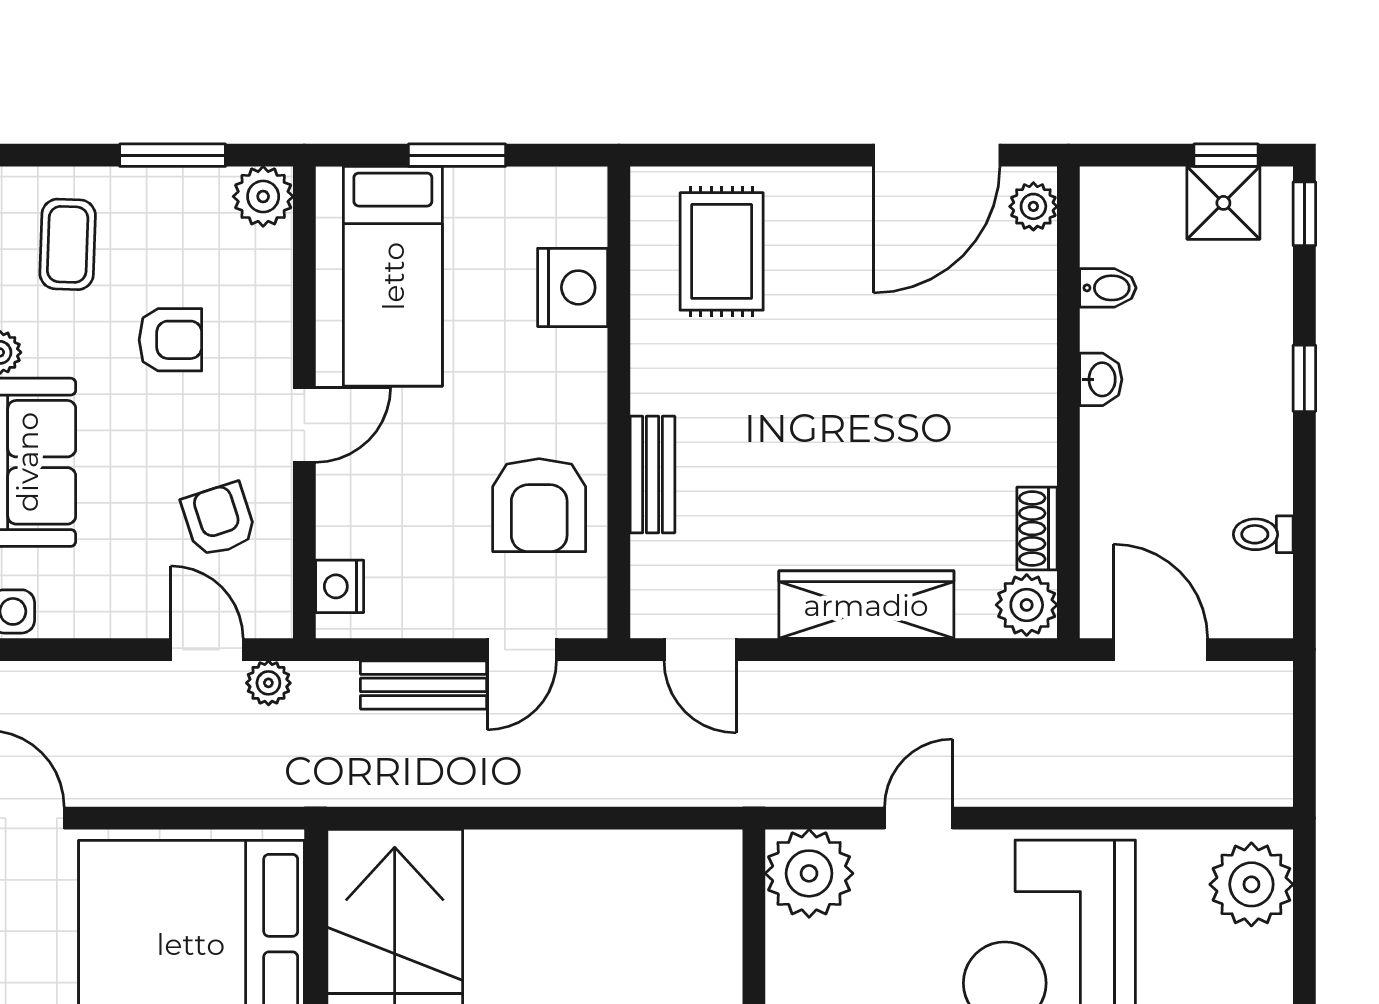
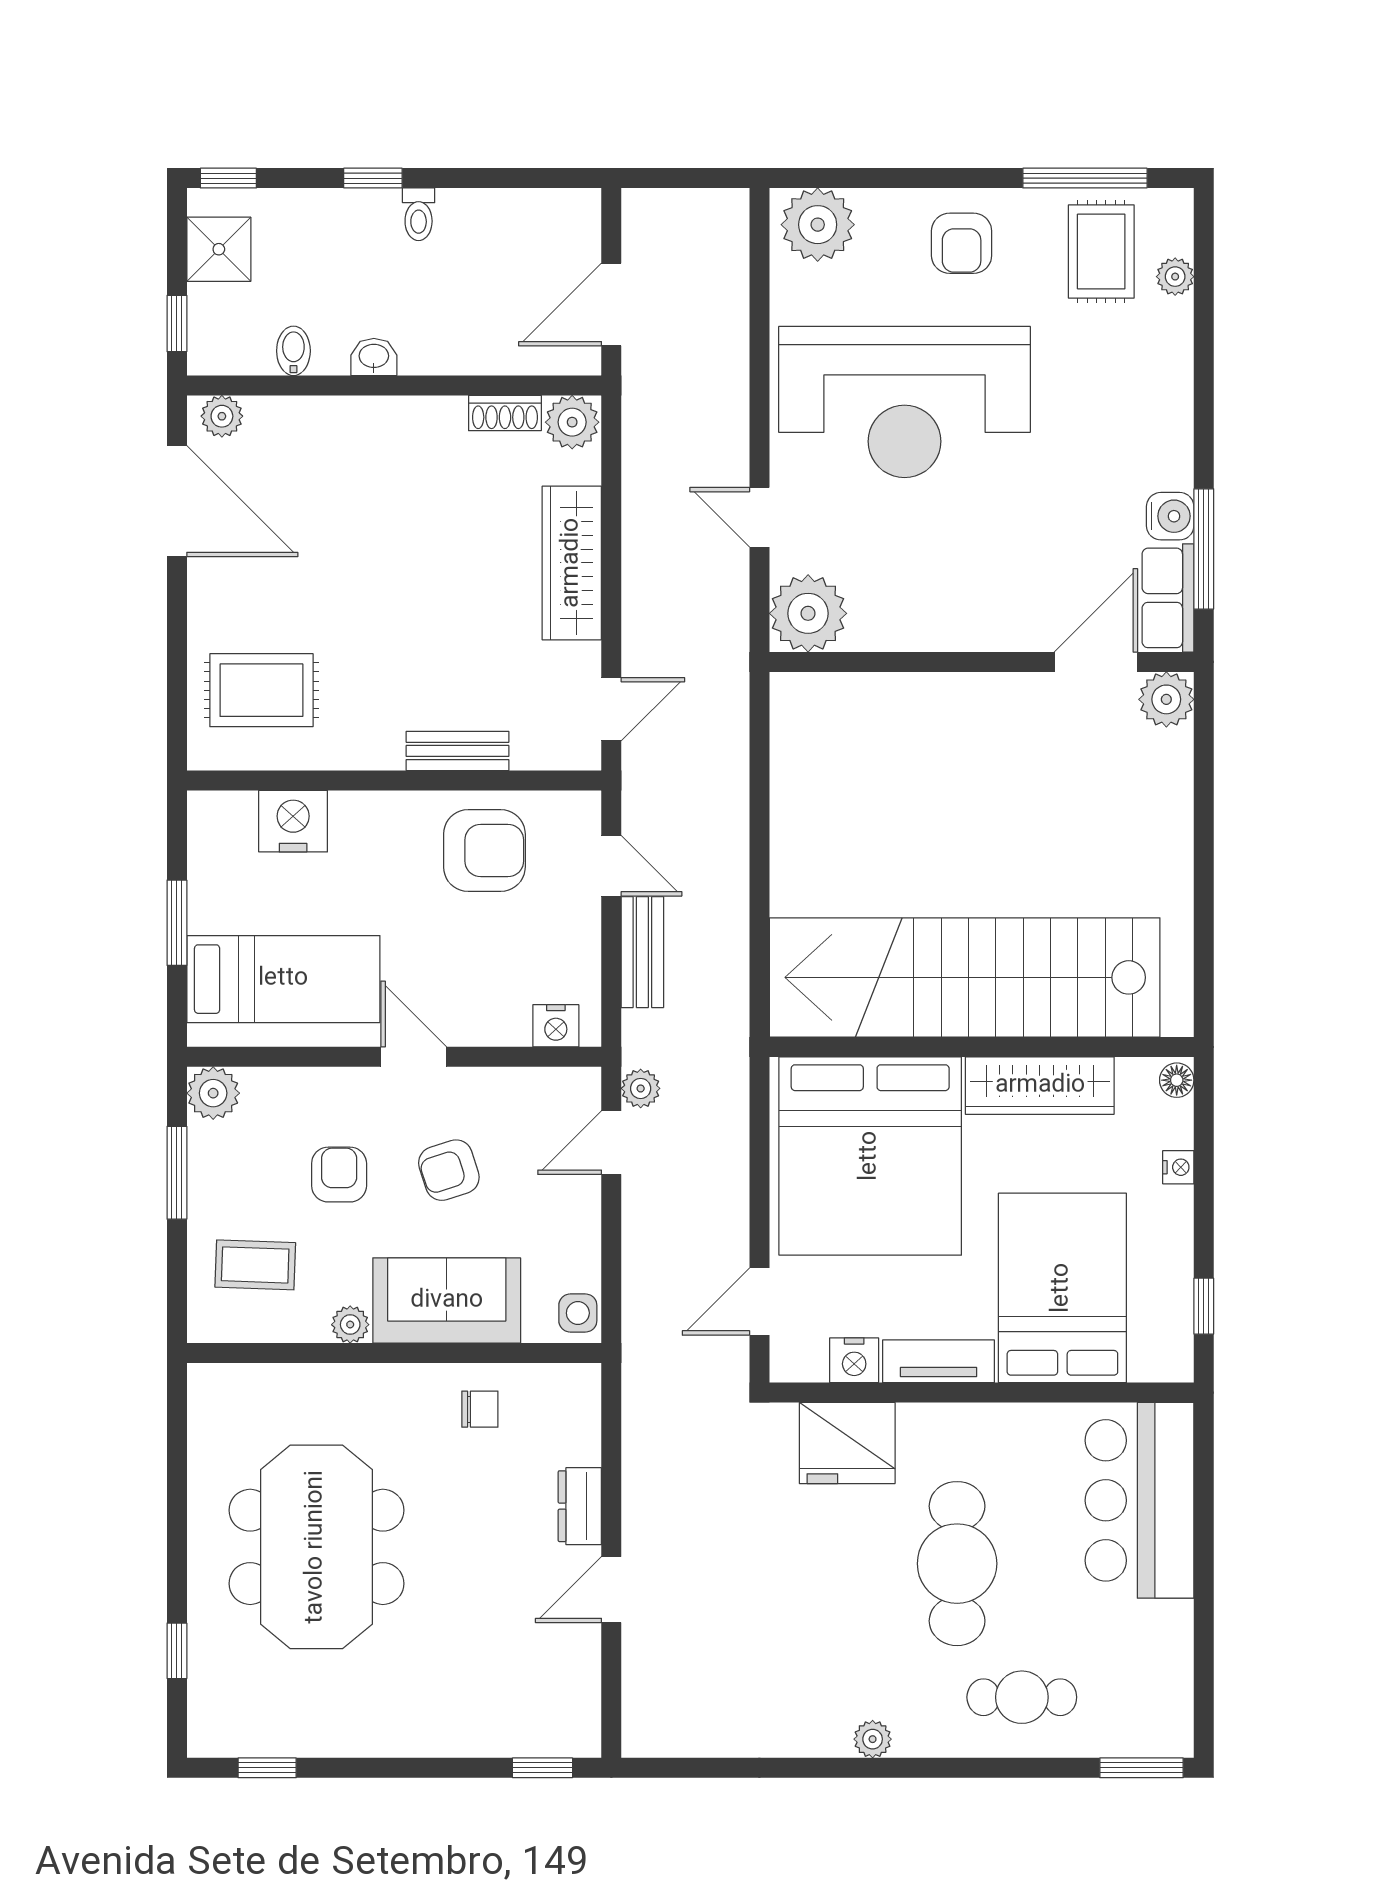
window: (1226, 155) -> (177, 324), moved
armchair: (219, 520) -> (449, 1170), moved
toilet: (1263, 534) -> (419, 214), moved

